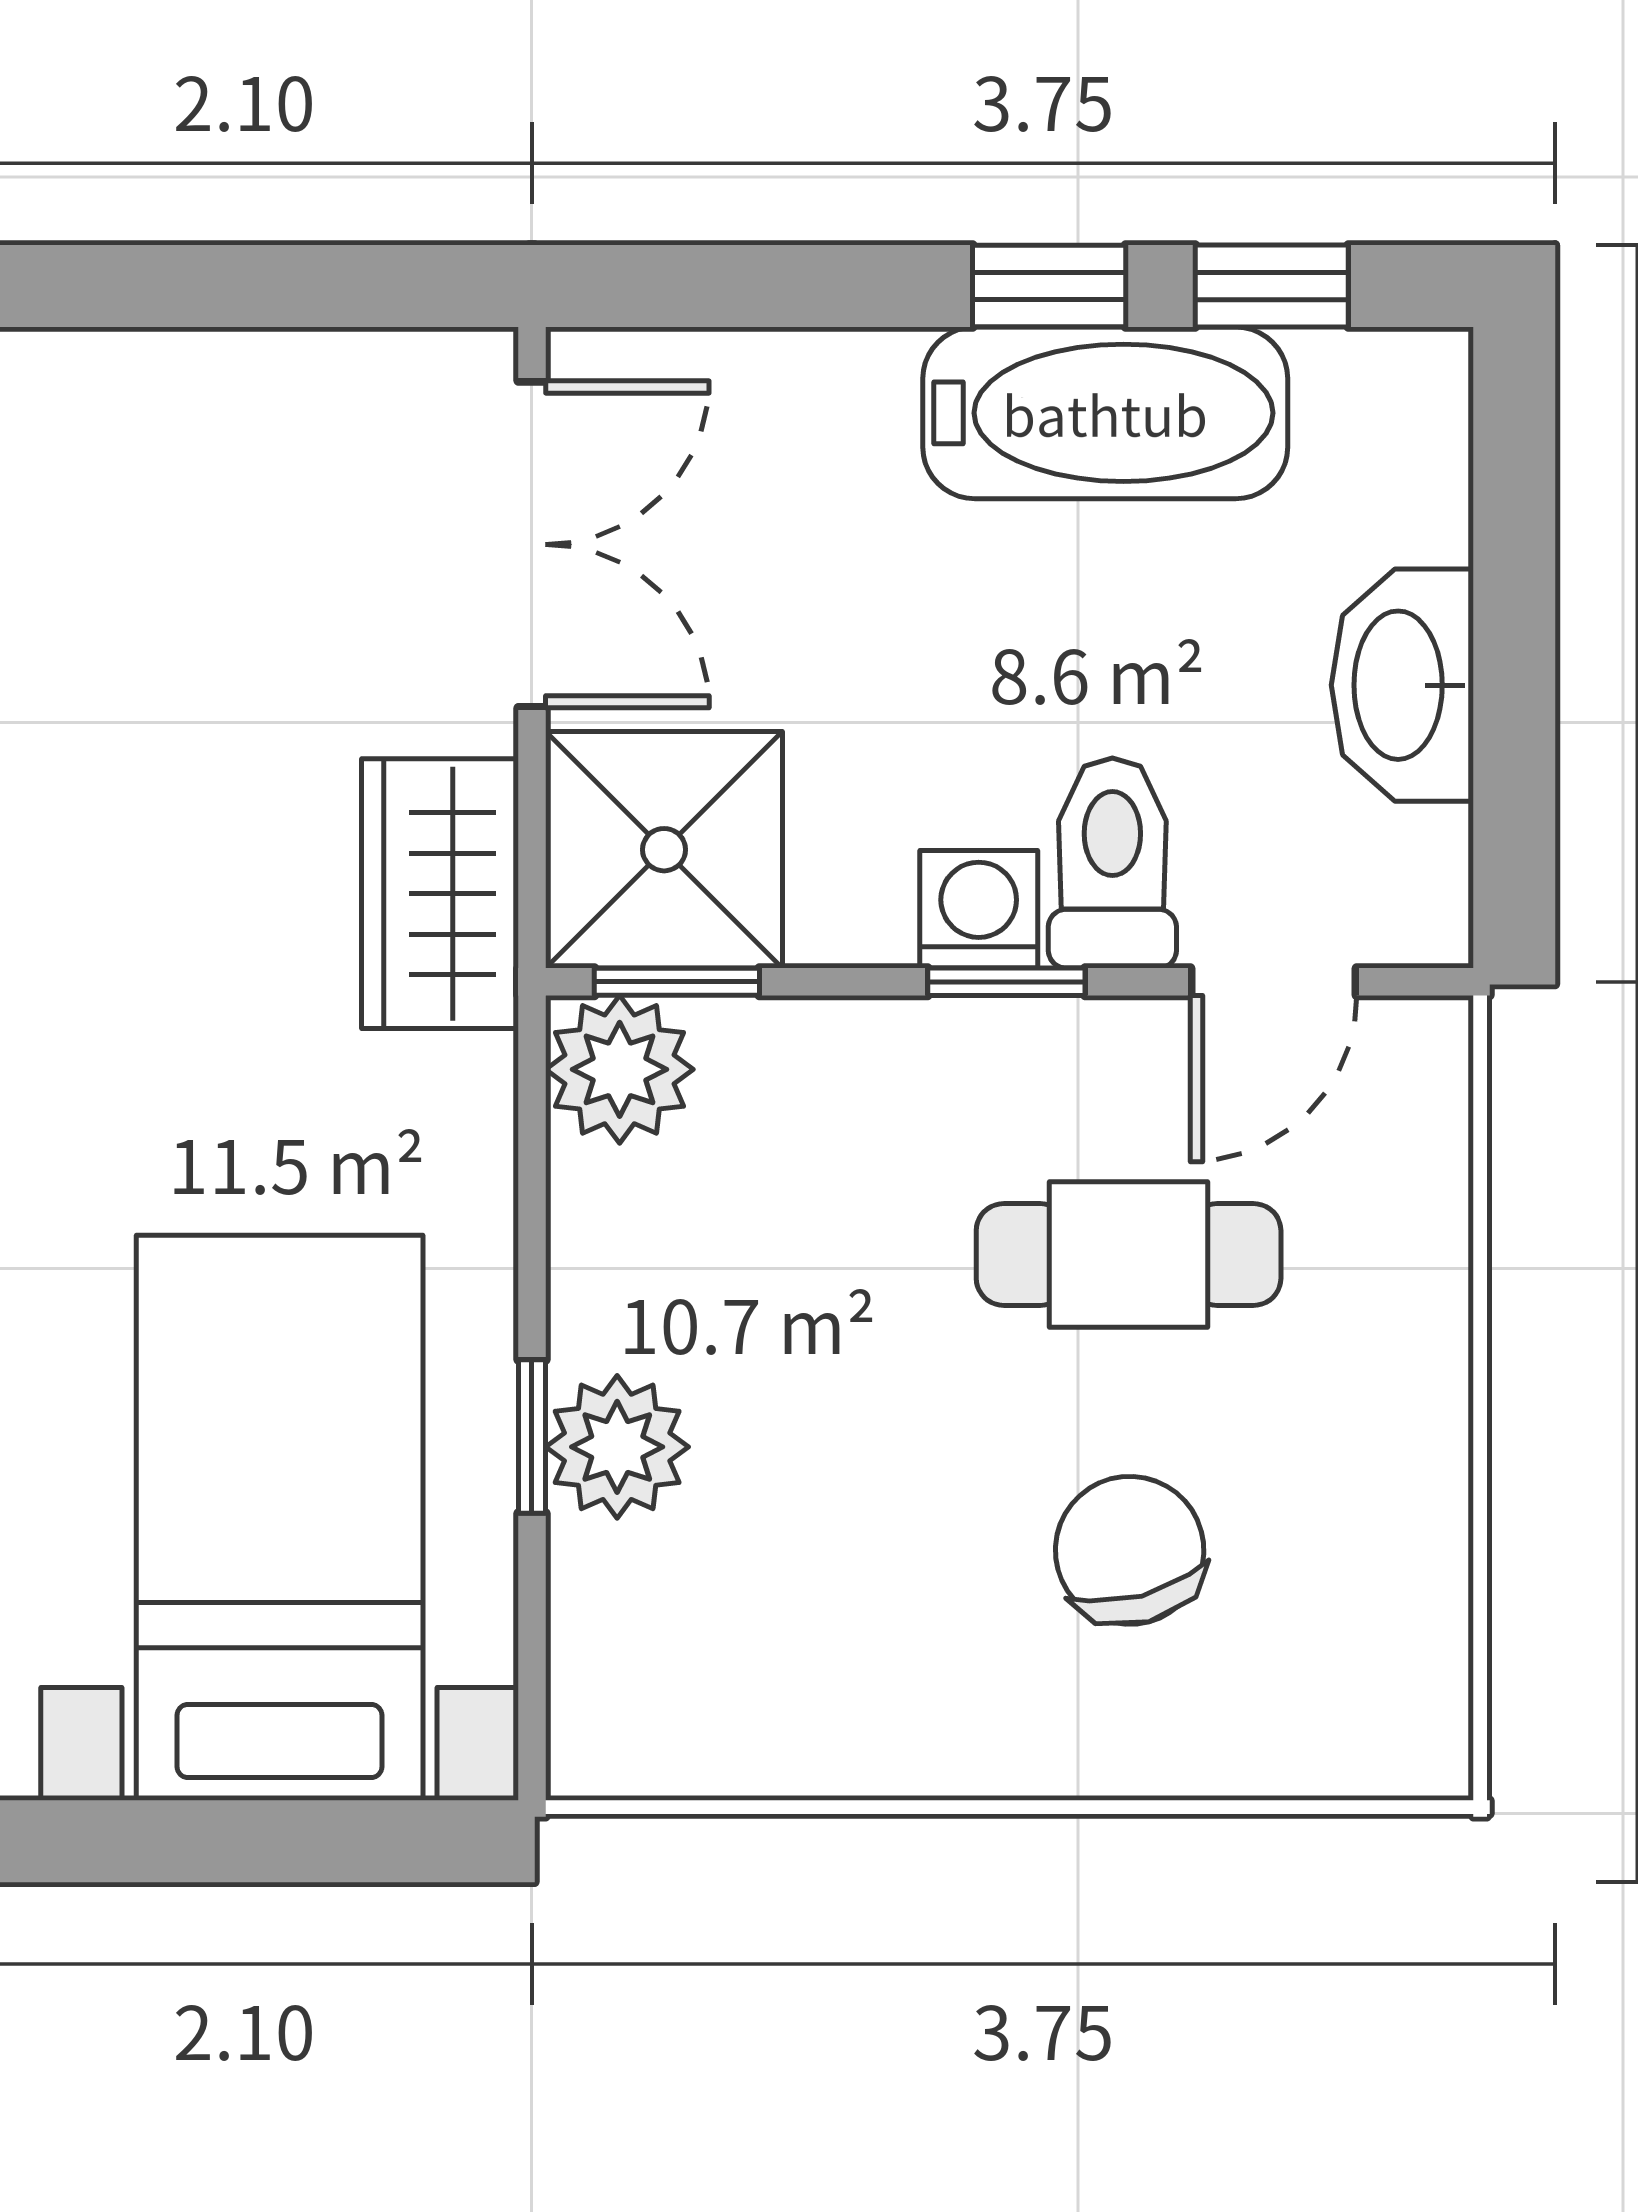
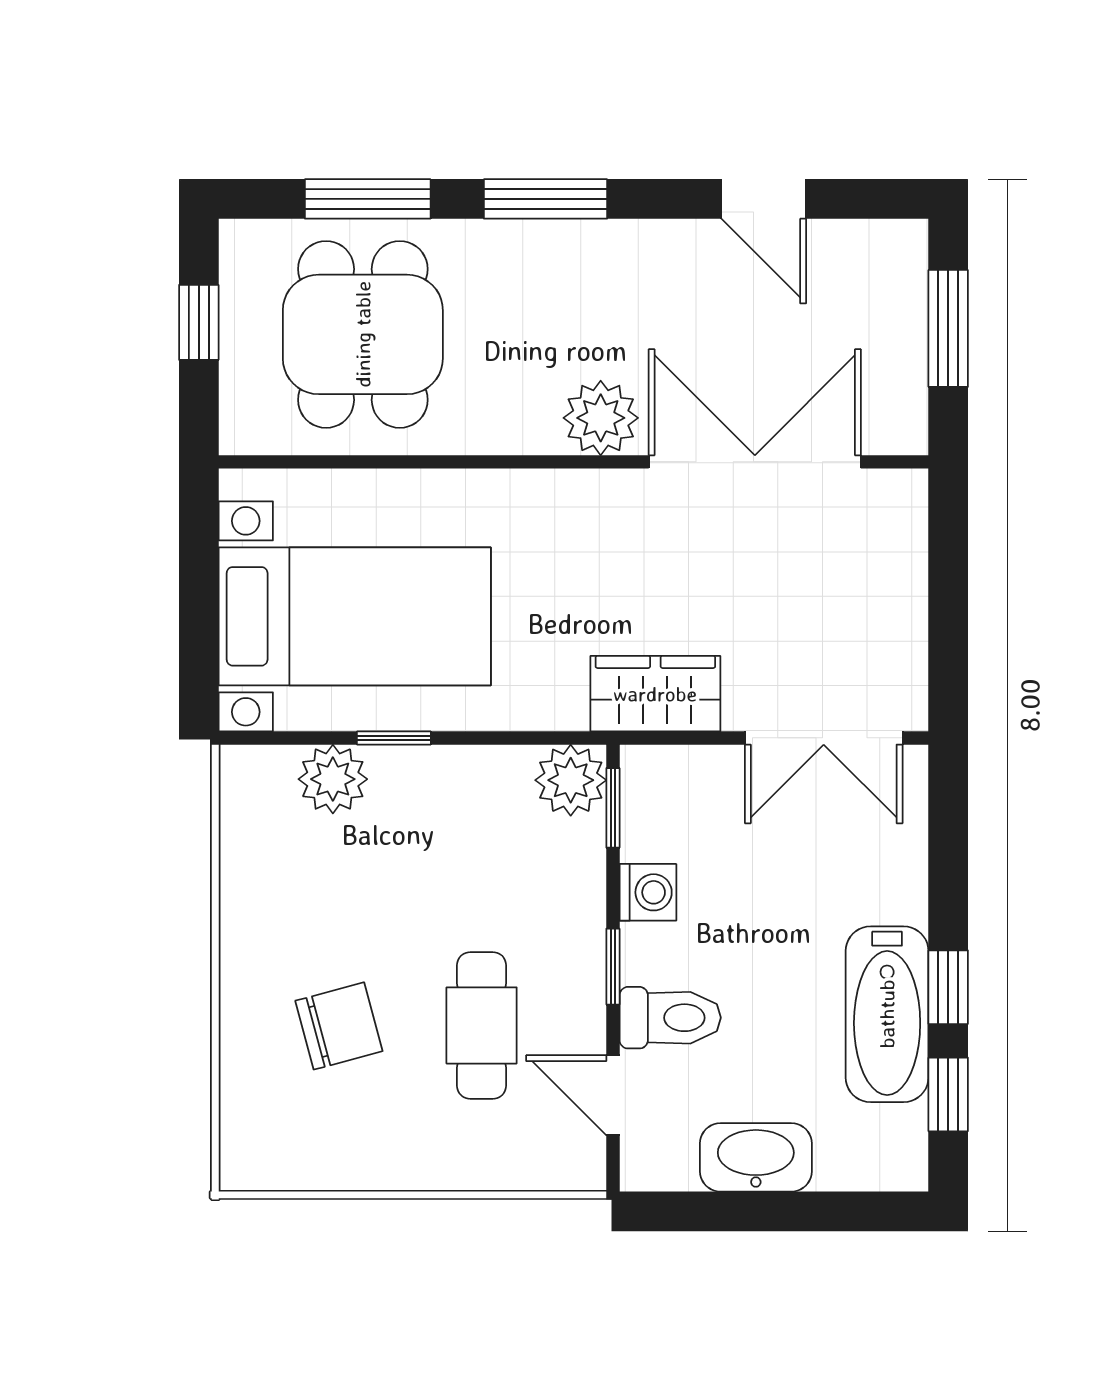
shower: (664, 850) -> (677, 802), removed
washing machine: (979, 909) -> (648, 892), moved
plant: (617, 1447) -> (333, 779), moved

